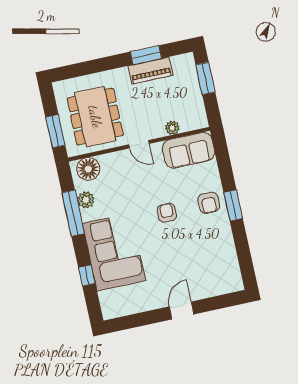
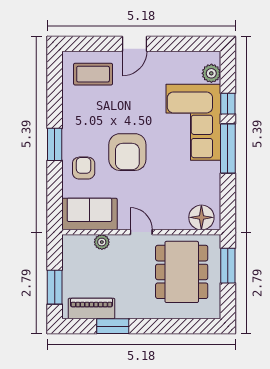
piano: (150, 71) -> (92, 308), moved
plant: (86, 200) -> (211, 73), moved
armchair: (209, 203) -> (84, 168), moved
window: (73, 213) -> (228, 148), moved
armchair: (167, 213) -> (127, 152), width x1.88, depth x1.88
coffee table: (213, 276) -> (93, 74), added

